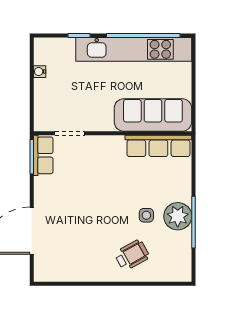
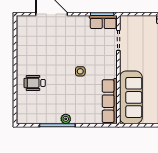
side table: (146, 215) -> (80, 71), moved
plant: (178, 216) -> (66, 119), width x0.53, depth x0.53
wheelchair: (132, 255) -> (35, 83), turned 119

